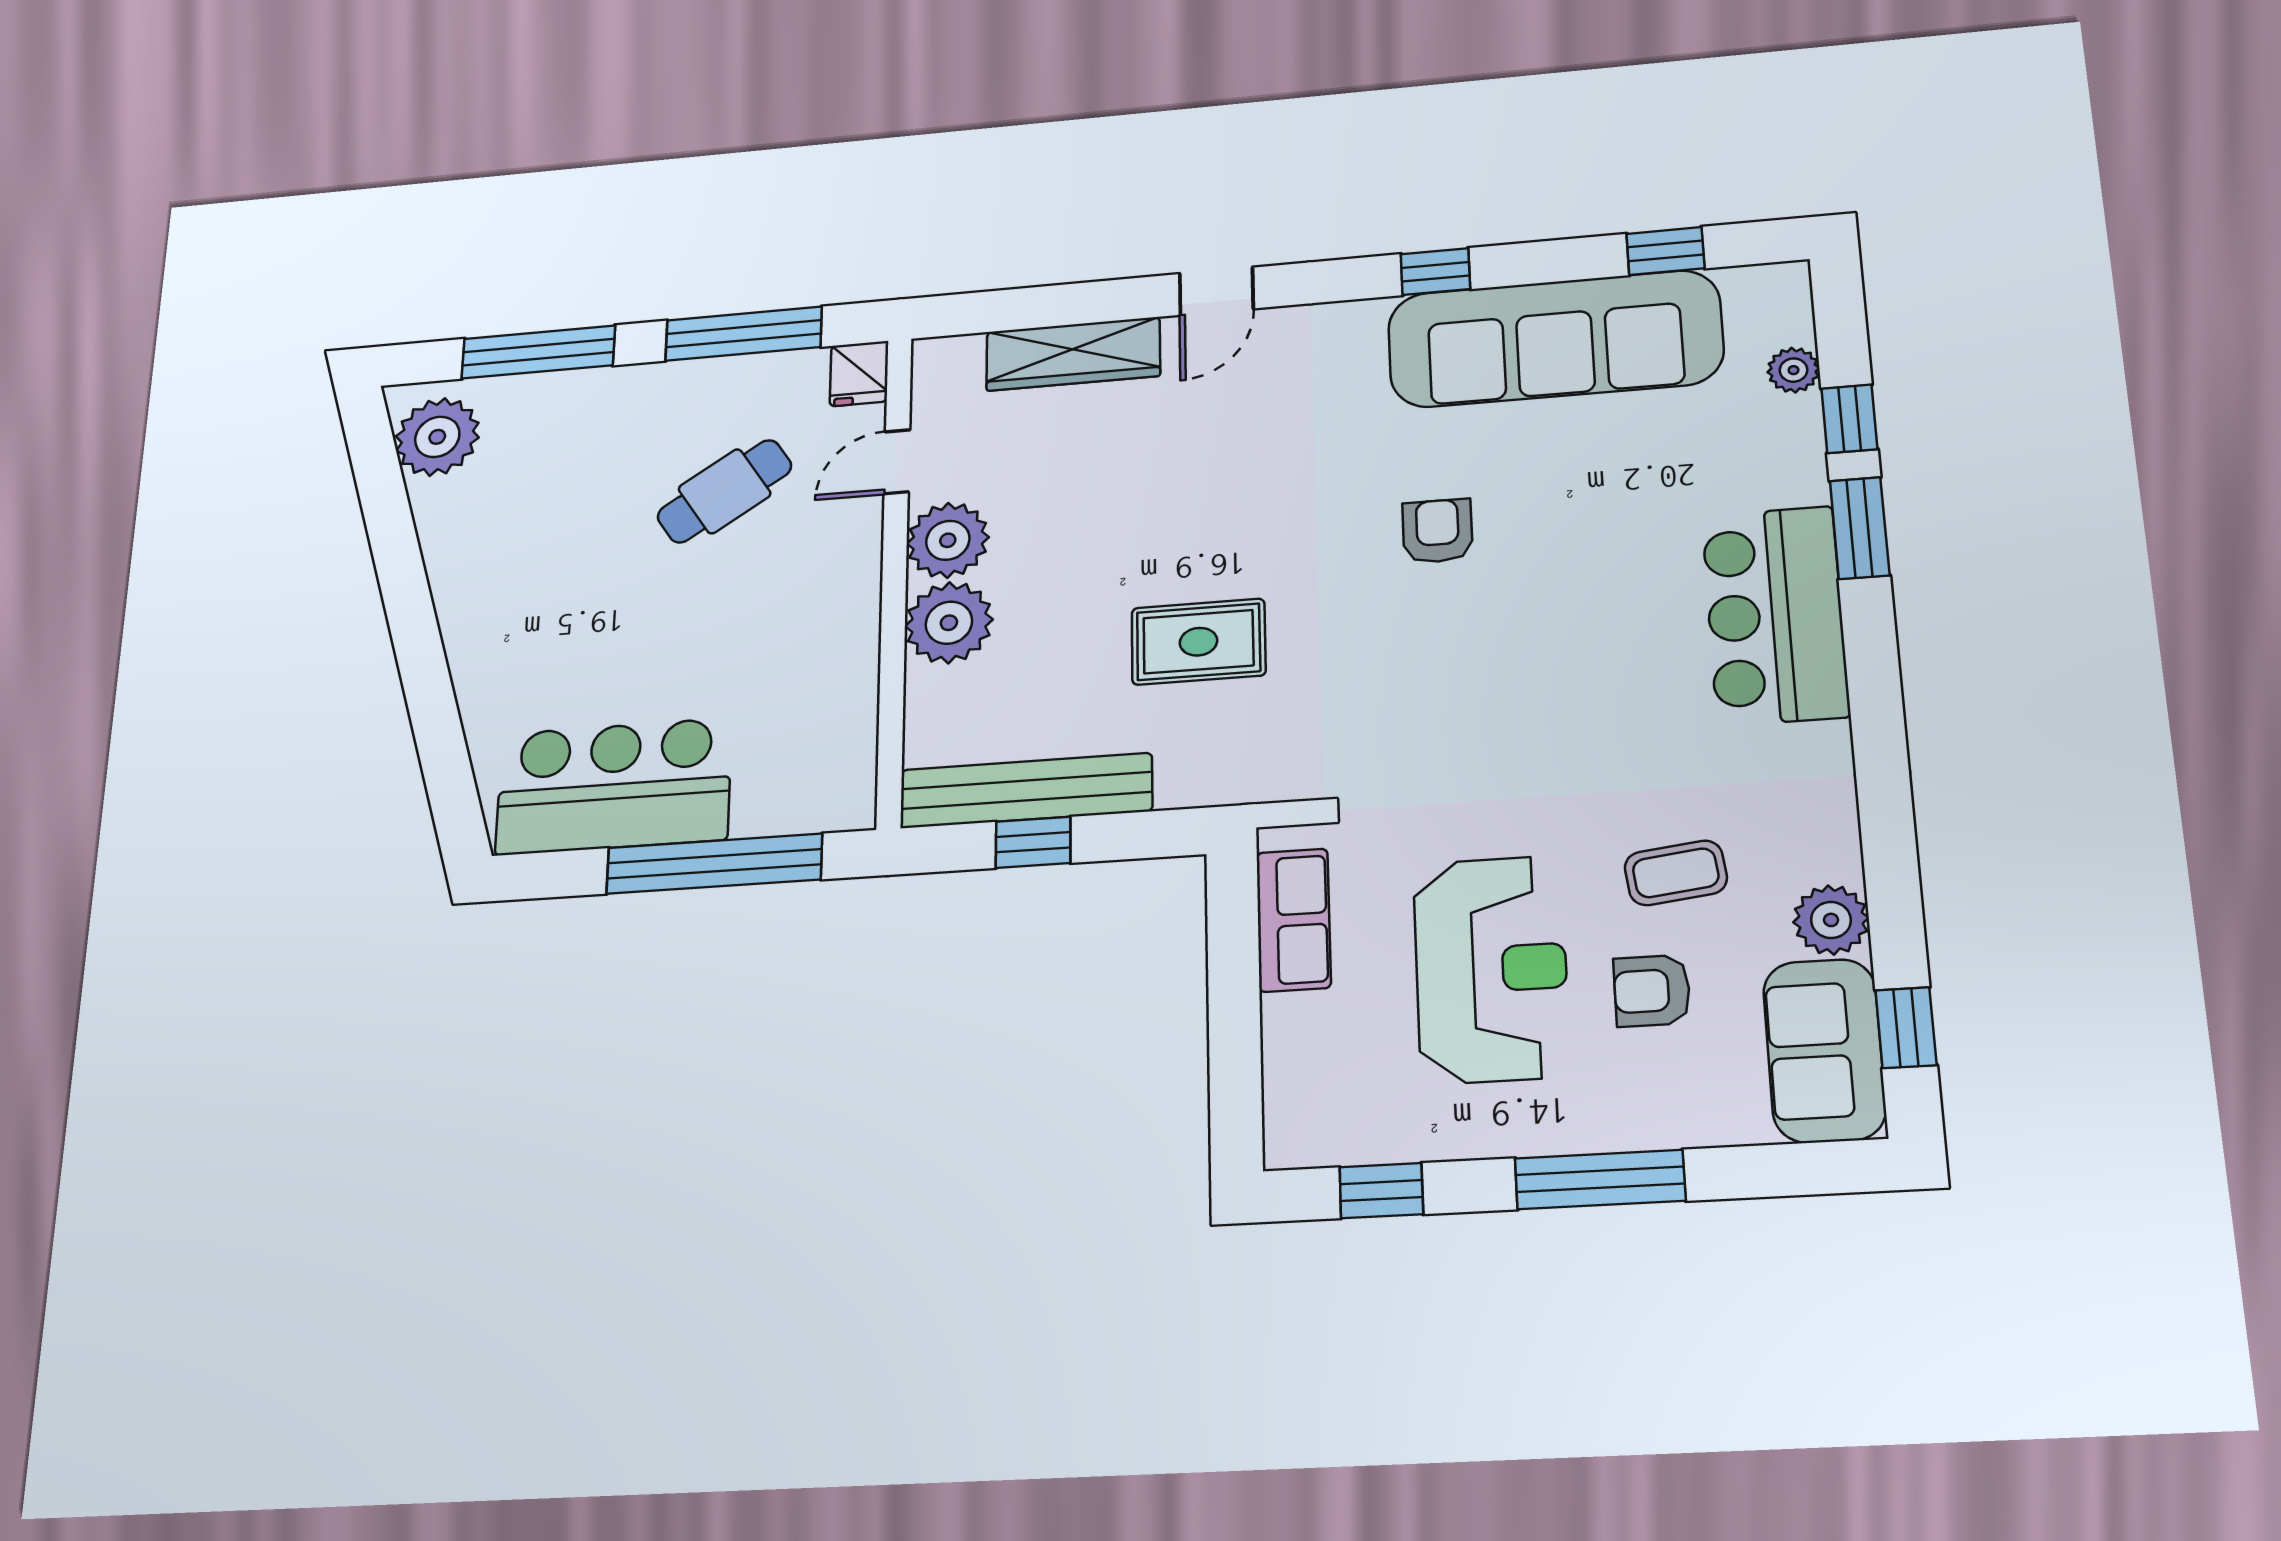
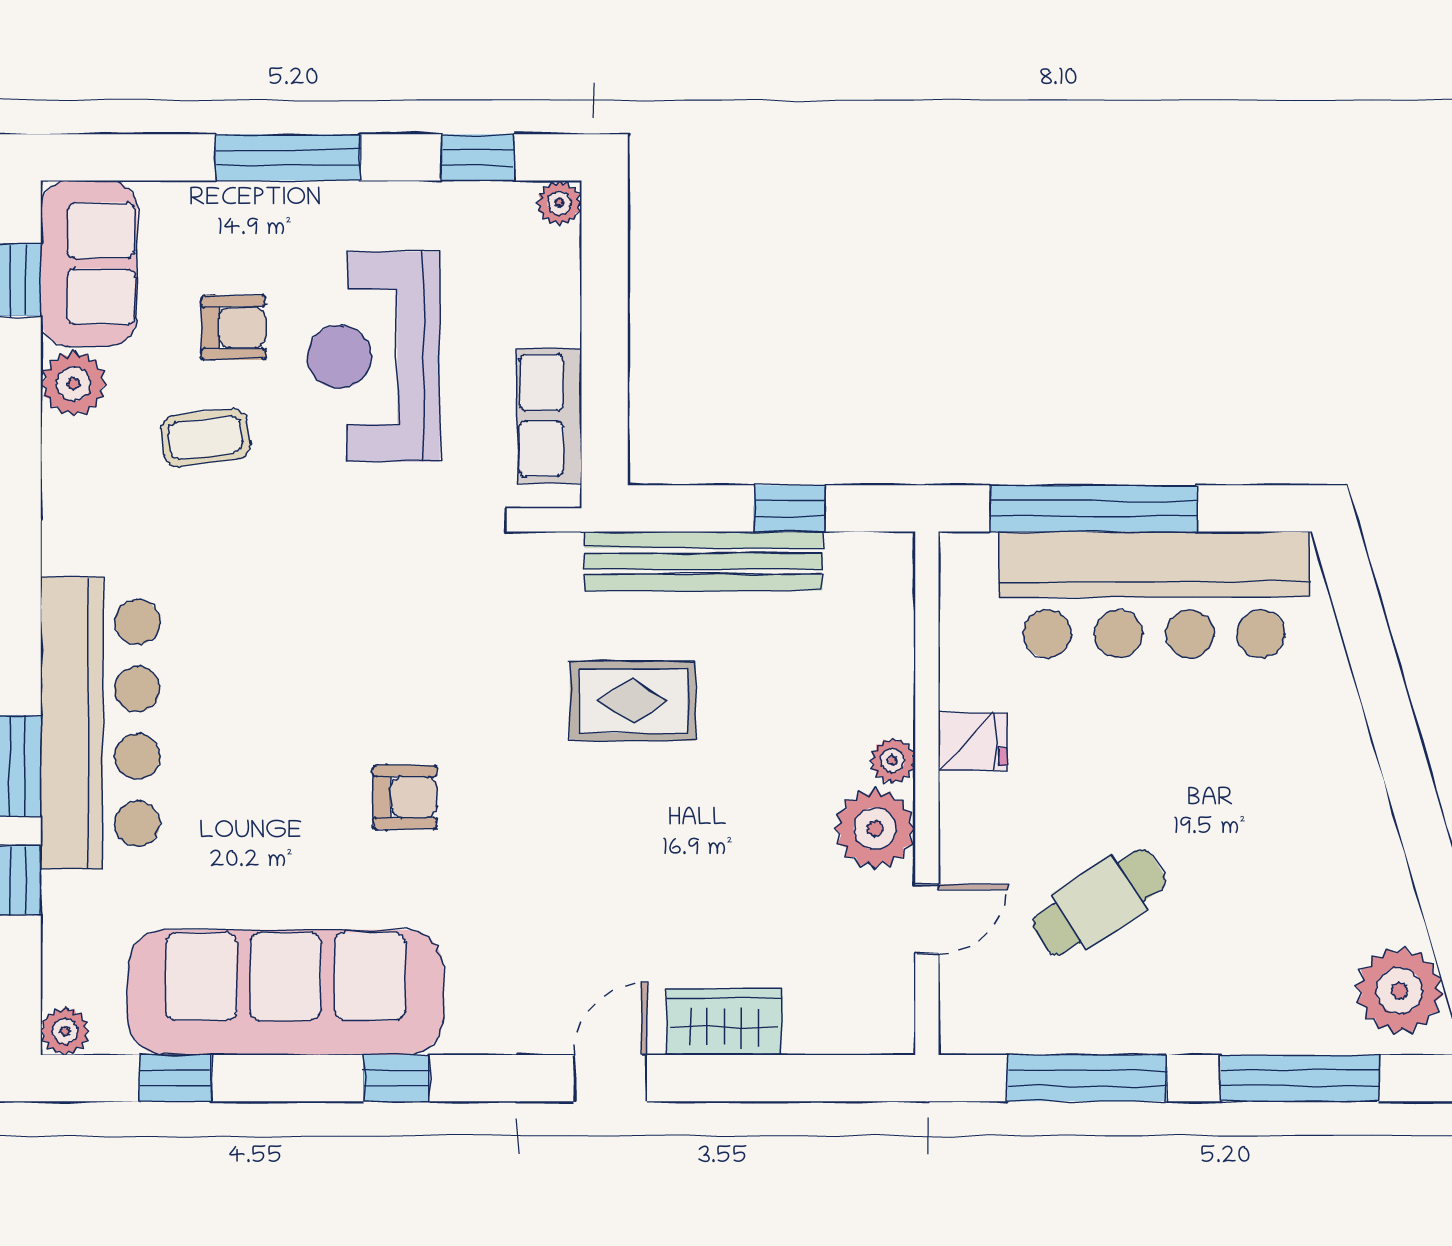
wardrobe: (1073, 354) -> (724, 1022), width x0.67
plant: (1793, 370) -> (65, 1031), moved
fridge: (859, 374) -> (973, 742), moved, turned 90
armchair: (1437, 531) -> (405, 797), turned -90
bar counter: (1775, 615) -> (100, 723), width x1.36
plant: (949, 623) -> (893, 761), width x0.53, depth x0.53
bar counter: (614, 786) -> (1154, 595), width x1.36
bench: (1026, 791) -> (703, 561), moved
plant: (1288, 1146) -> (559, 203), added

